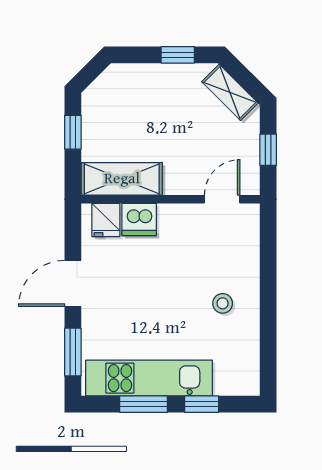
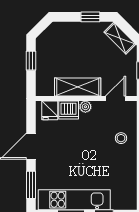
shelving: (122, 179) -> (78, 87), moved
plant: (169, 214) -> (85, 107), added
stool: (223, 303) -> (121, 138), moved

